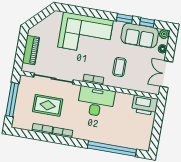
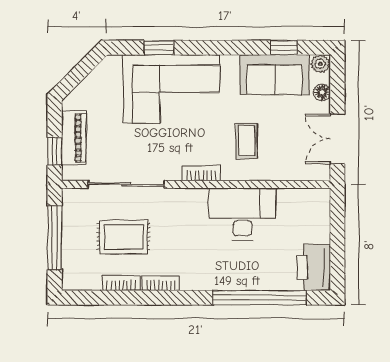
window: (124, 19) -> (159, 48), moved
window: (20, 55) -> (55, 151), added
desk: (96, 102) -> (242, 214), moved
printer: (145, 105) -> (314, 267), moved, turned 90

